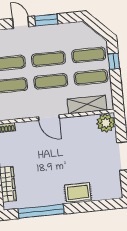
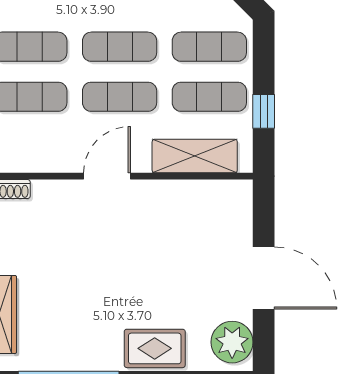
window: (114, 61) -> (264, 111), moved
door: (49, 118) -> (107, 176), swing flipped
plant: (106, 123) -> (232, 342), moved

